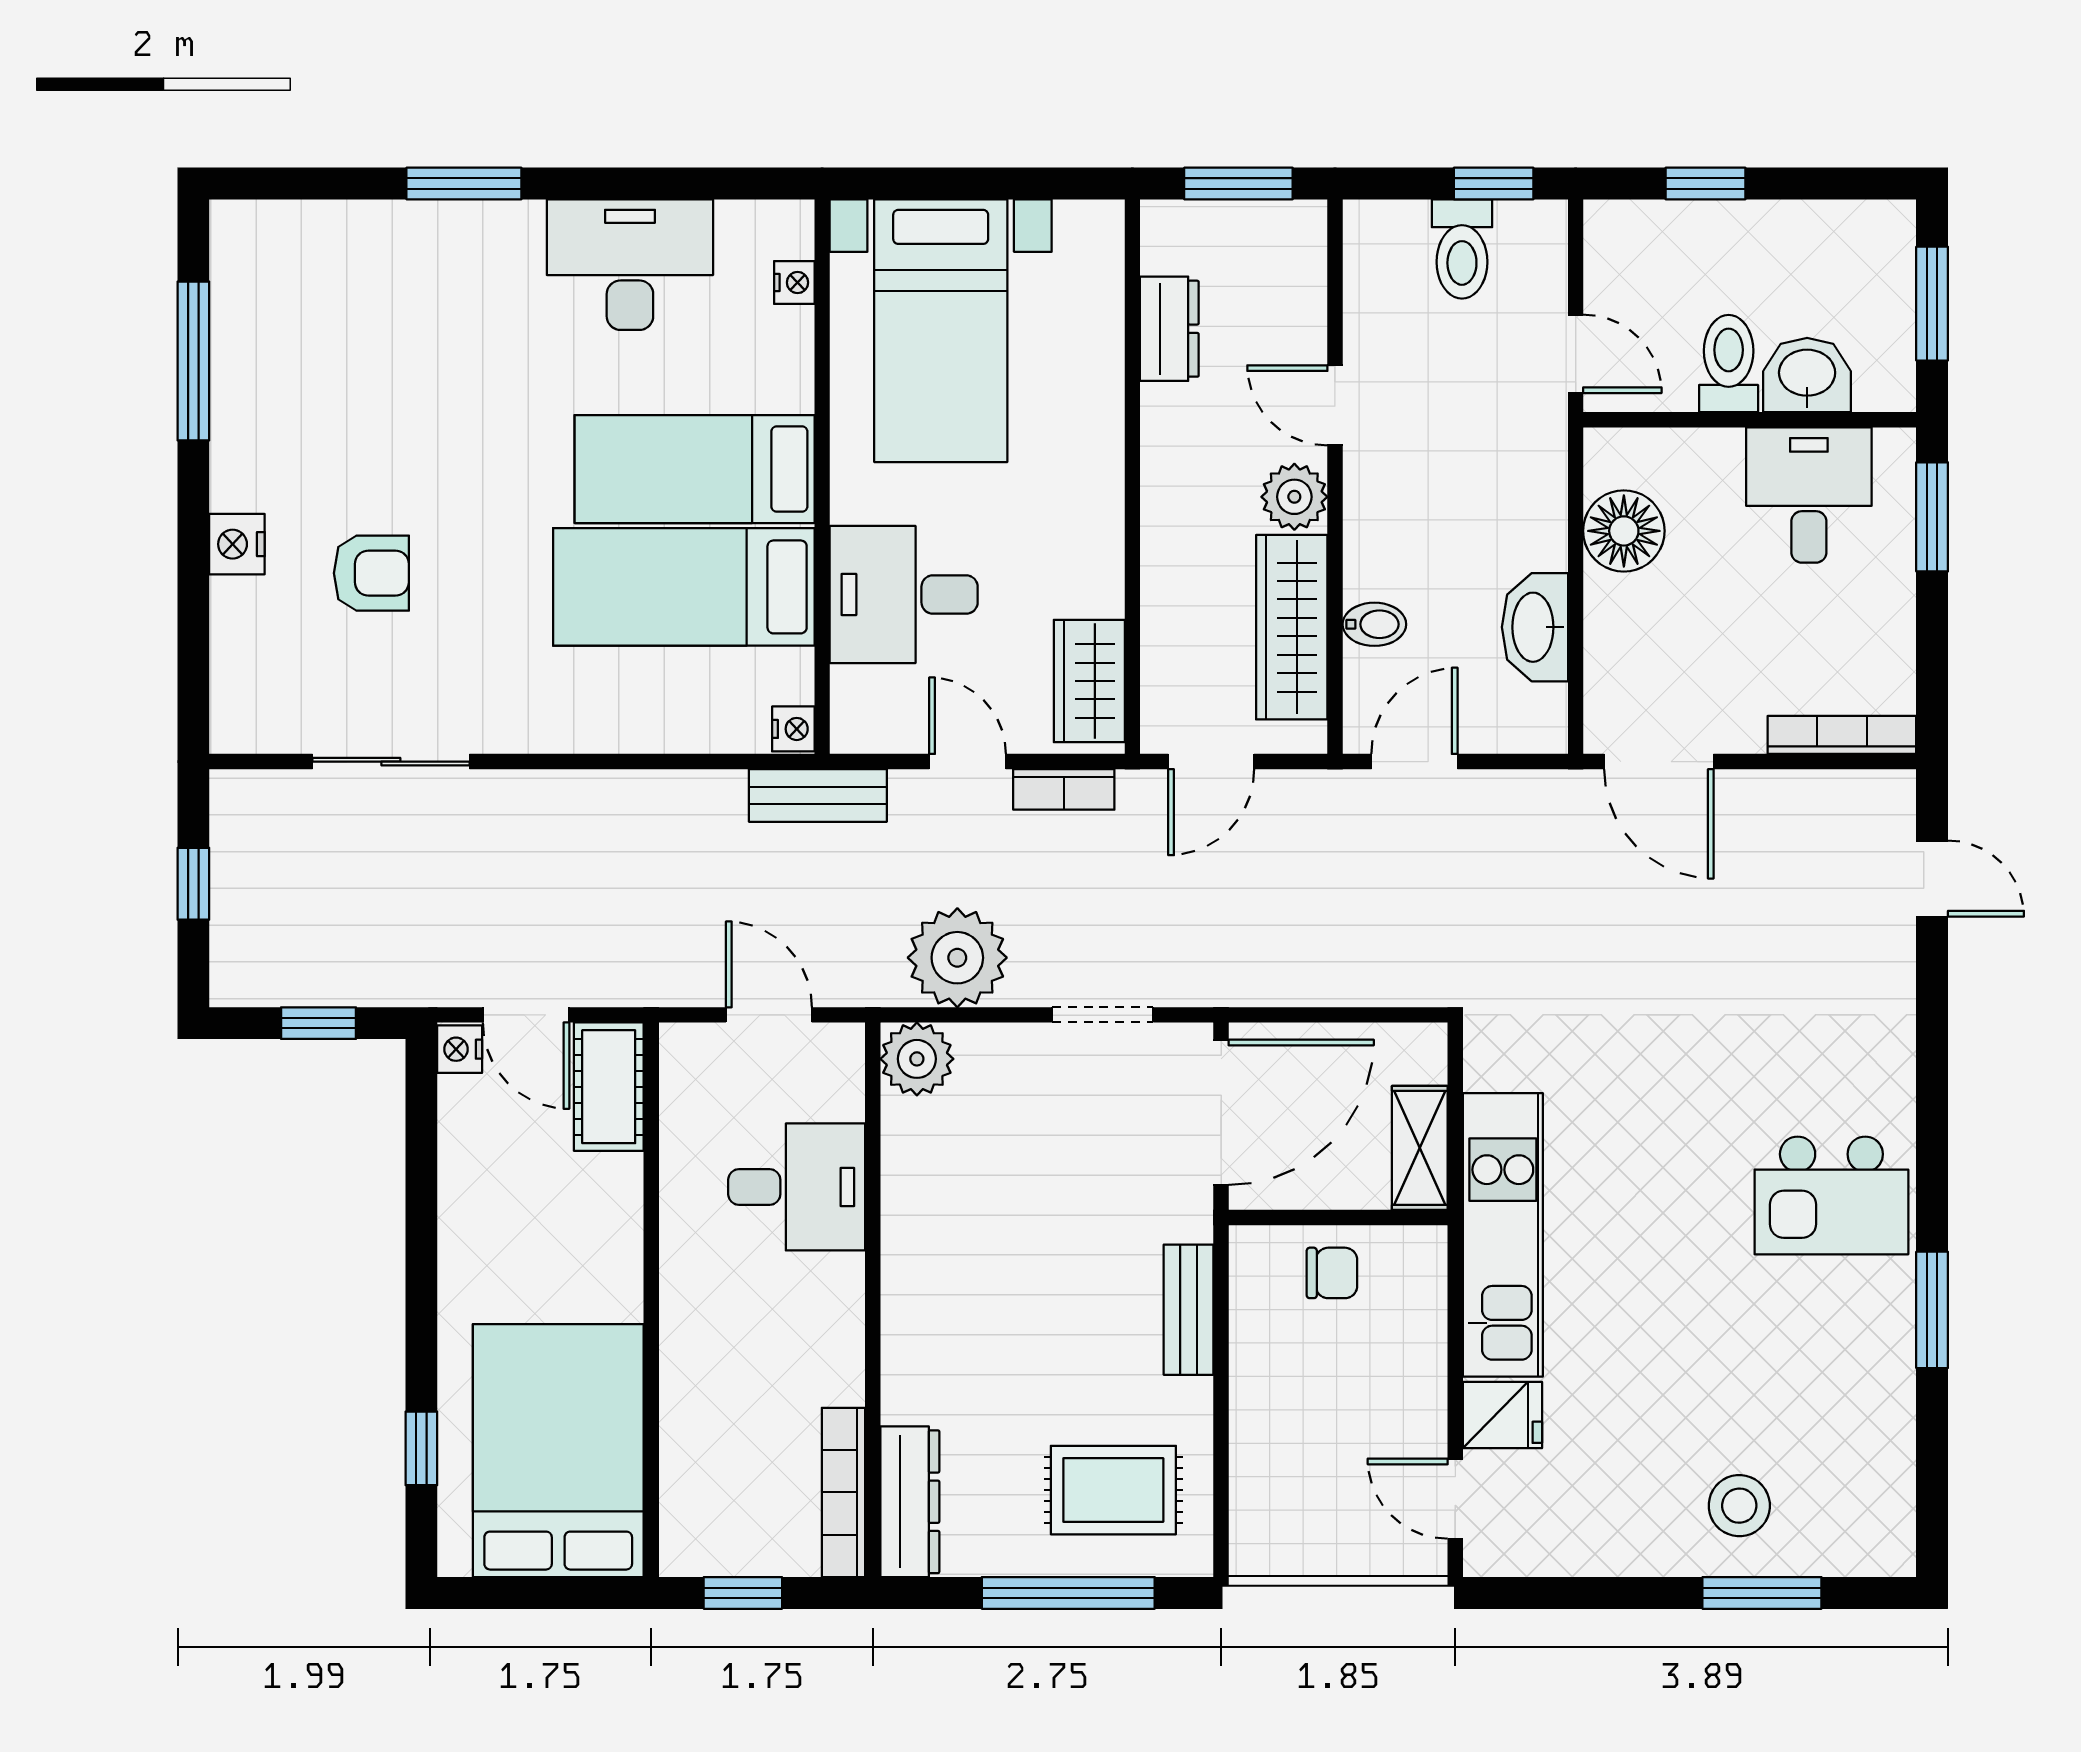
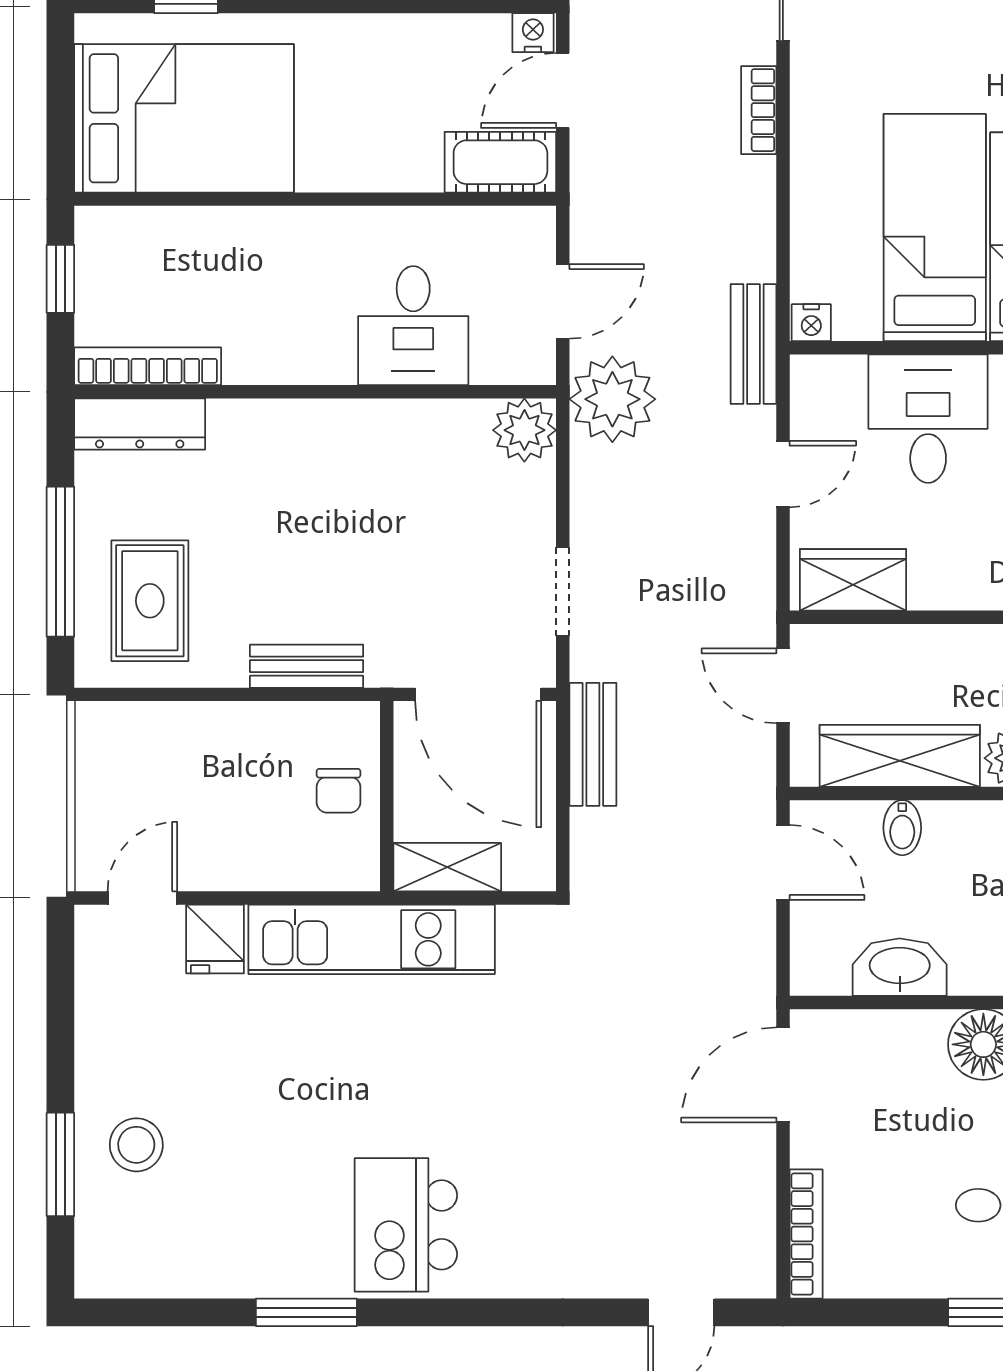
bookcase: (1064, 789) -> (759, 110), moved
plant: (957, 958) -> (612, 399), moved
bench: (1279, 980) -> (593, 744), added

